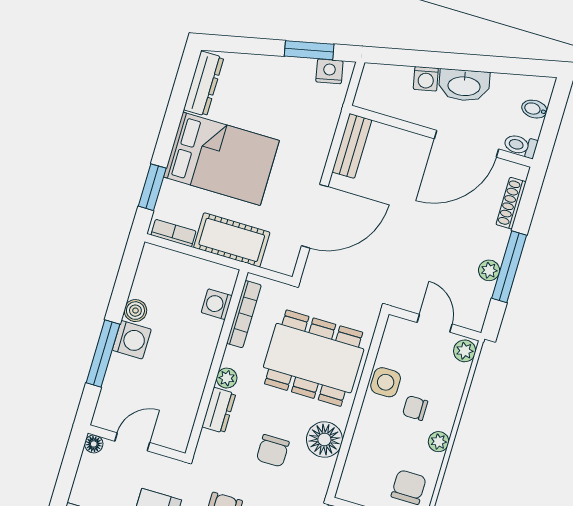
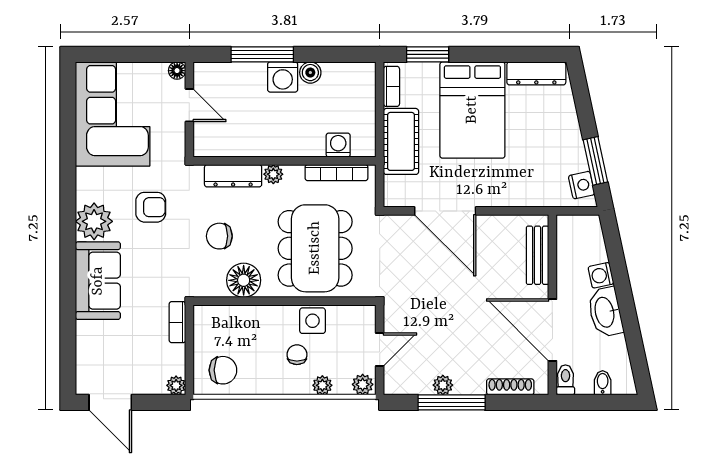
bench: (352, 146) -> (538, 255), moved, turned 90
dresser: (219, 410) -> (233, 176), width x1.44
plant: (439, 442) -> (322, 385), moved

